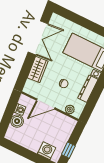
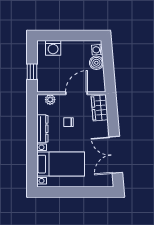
wardrobe: (38, 70) -> (100, 108), moved
washing machine: (20, 110) -> (97, 50), moved
window: (68, 150) -> (32, 72), moved

